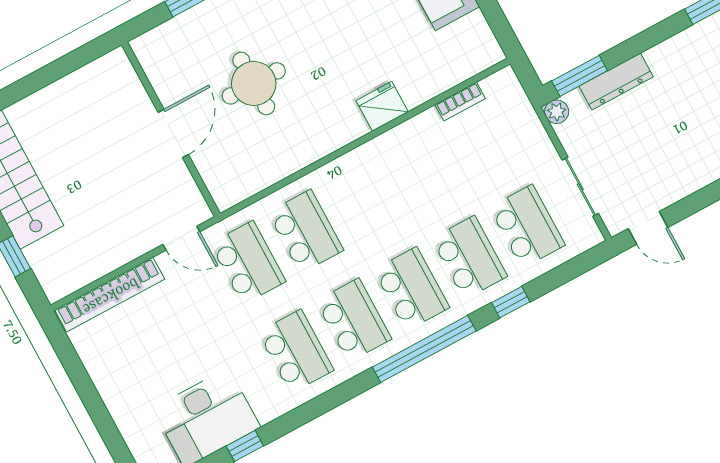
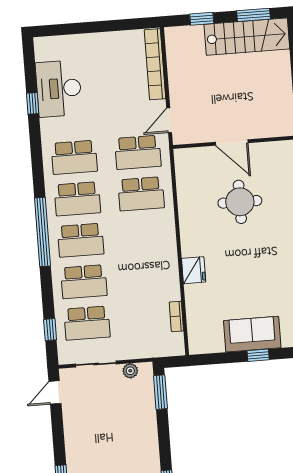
dresser: (616, 82) -> (148, 412), removed
plant: (557, 112) -> (130, 371), moved
window: (511, 302) -> (50, 330), moved

